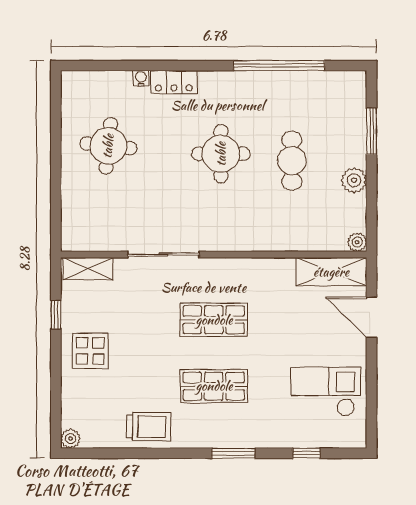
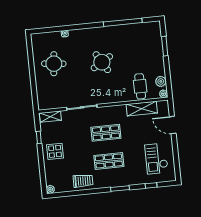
locker: (174, 82) -> (79, 34), removed
round table: (221, 154) -> (102, 62), turned -31
cafe table: (292, 161) -> (140, 86), moved
plant: (354, 180) -> (161, 81), moved
shelving: (331, 272) -> (142, 109), moved
checkout: (325, 392) -> (156, 158), turned -90

